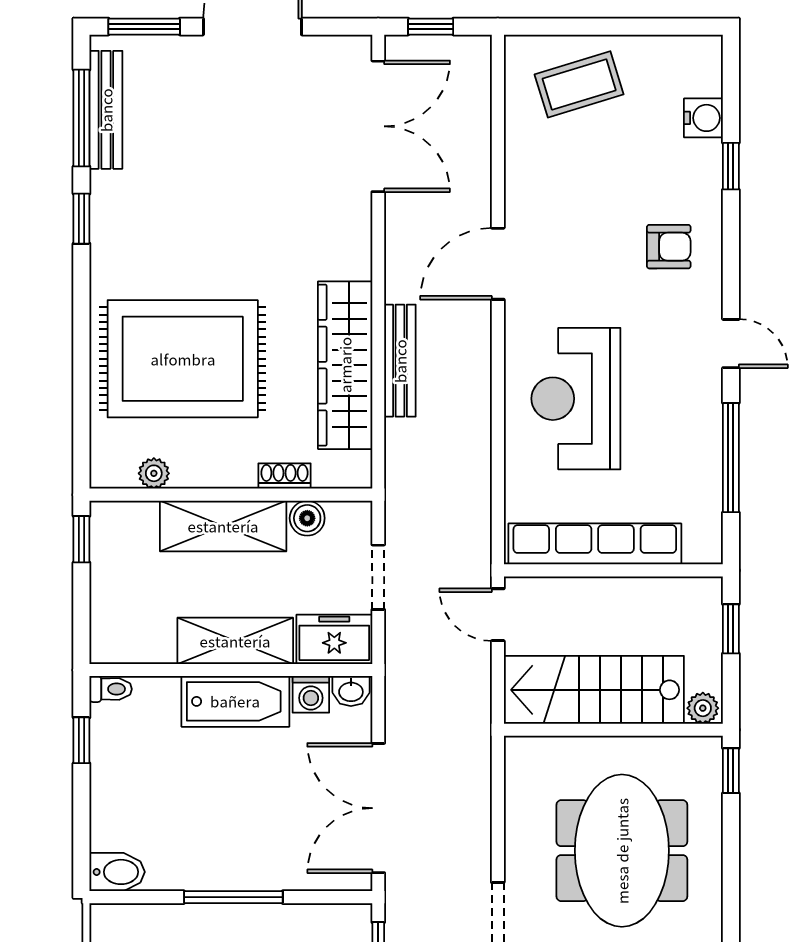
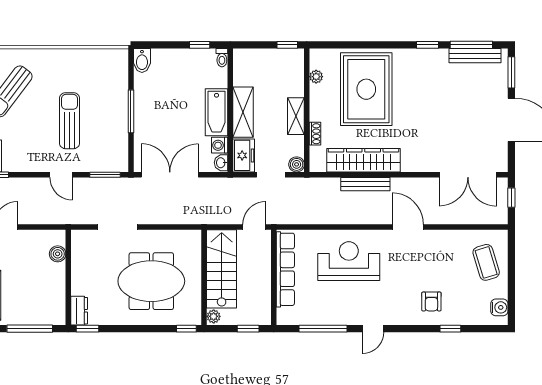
water cooler: (703, 118) -> (499, 307), moved, turned -90
armchair: (669, 247) -> (431, 302), moved
boiler: (307, 518) -> (297, 164), moved
shelving: (223, 526) -> (296, 116), width x0.67, depth x0.75

